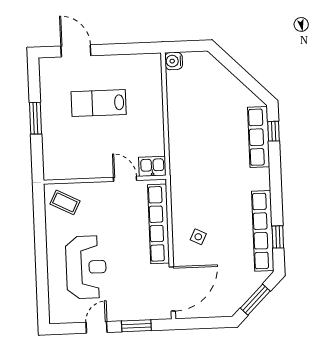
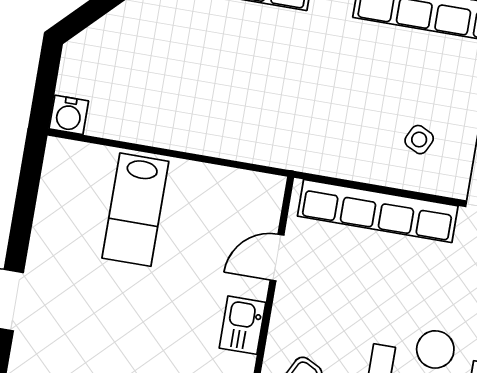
lab bench: (99, 103) -> (135, 210), moved
kitchen sink: (152, 166) -> (242, 325), moved

